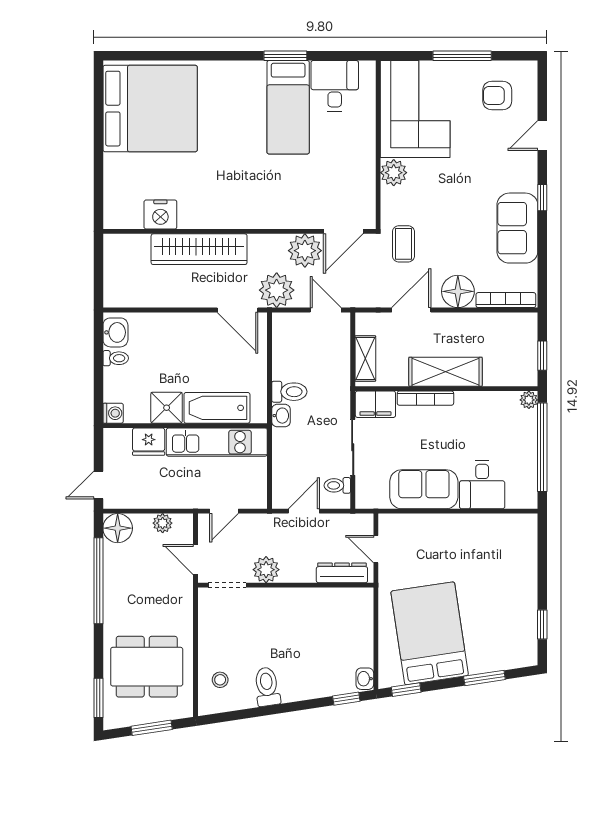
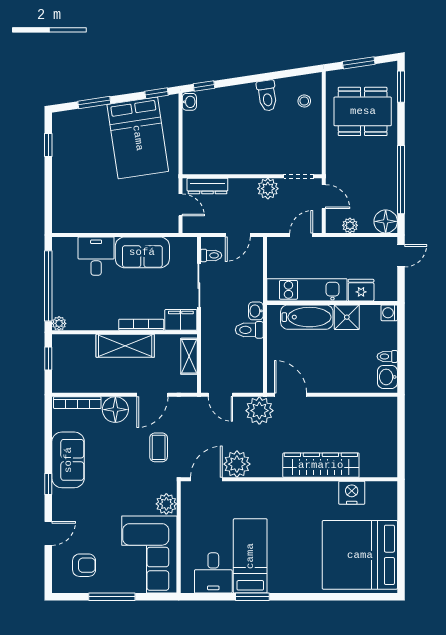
nightstand: (160, 215) -> (352, 493), moved
wall: (239, 231) -> (289, 479), moved
door: (343, 231) -> (206, 479), moved
wardrobe: (199, 249) -> (321, 465), moved
plant: (305, 251) -> (237, 464), moved

